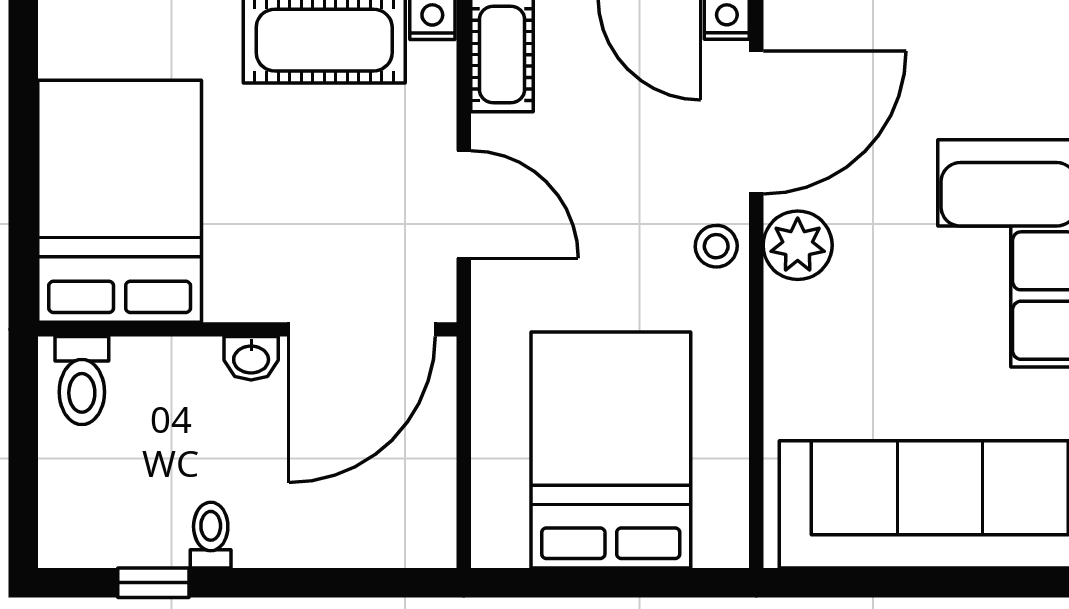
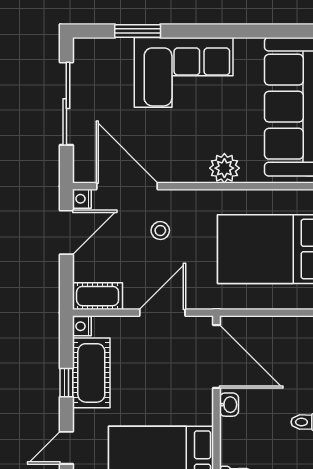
plant: (798, 245) -> (224, 168), moved
stool: (716, 246) -> (160, 231), moved

